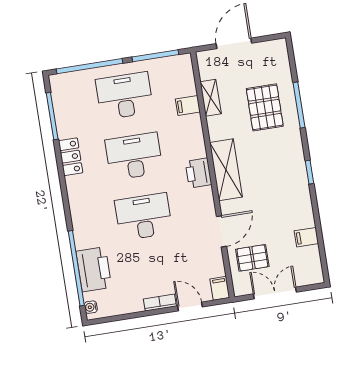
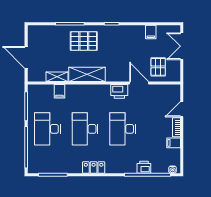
pallet: (265, 107) -> (84, 41), moved
locker: (71, 157) -> (94, 167), moved
shelving: (226, 170) -> (87, 74), moved
printer: (198, 173) -> (119, 91), moved
printer: (94, 269) -> (144, 167), width x0.53, depth x0.68
filing cabinet: (220, 288) -> (174, 143), moved
double door: (275, 293) -> (182, 46), moved

